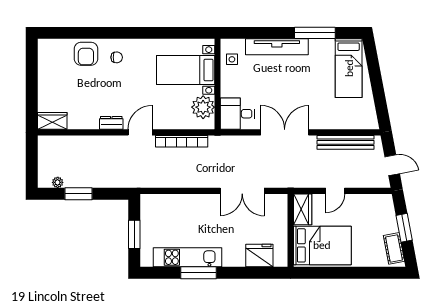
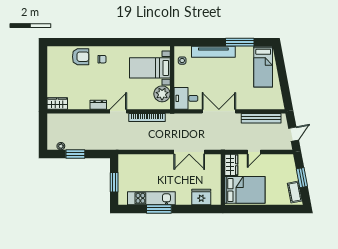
armchair: (86, 54) -> (81, 57), turned -90
door: (392, 165) -> (294, 134), hinge flipped

